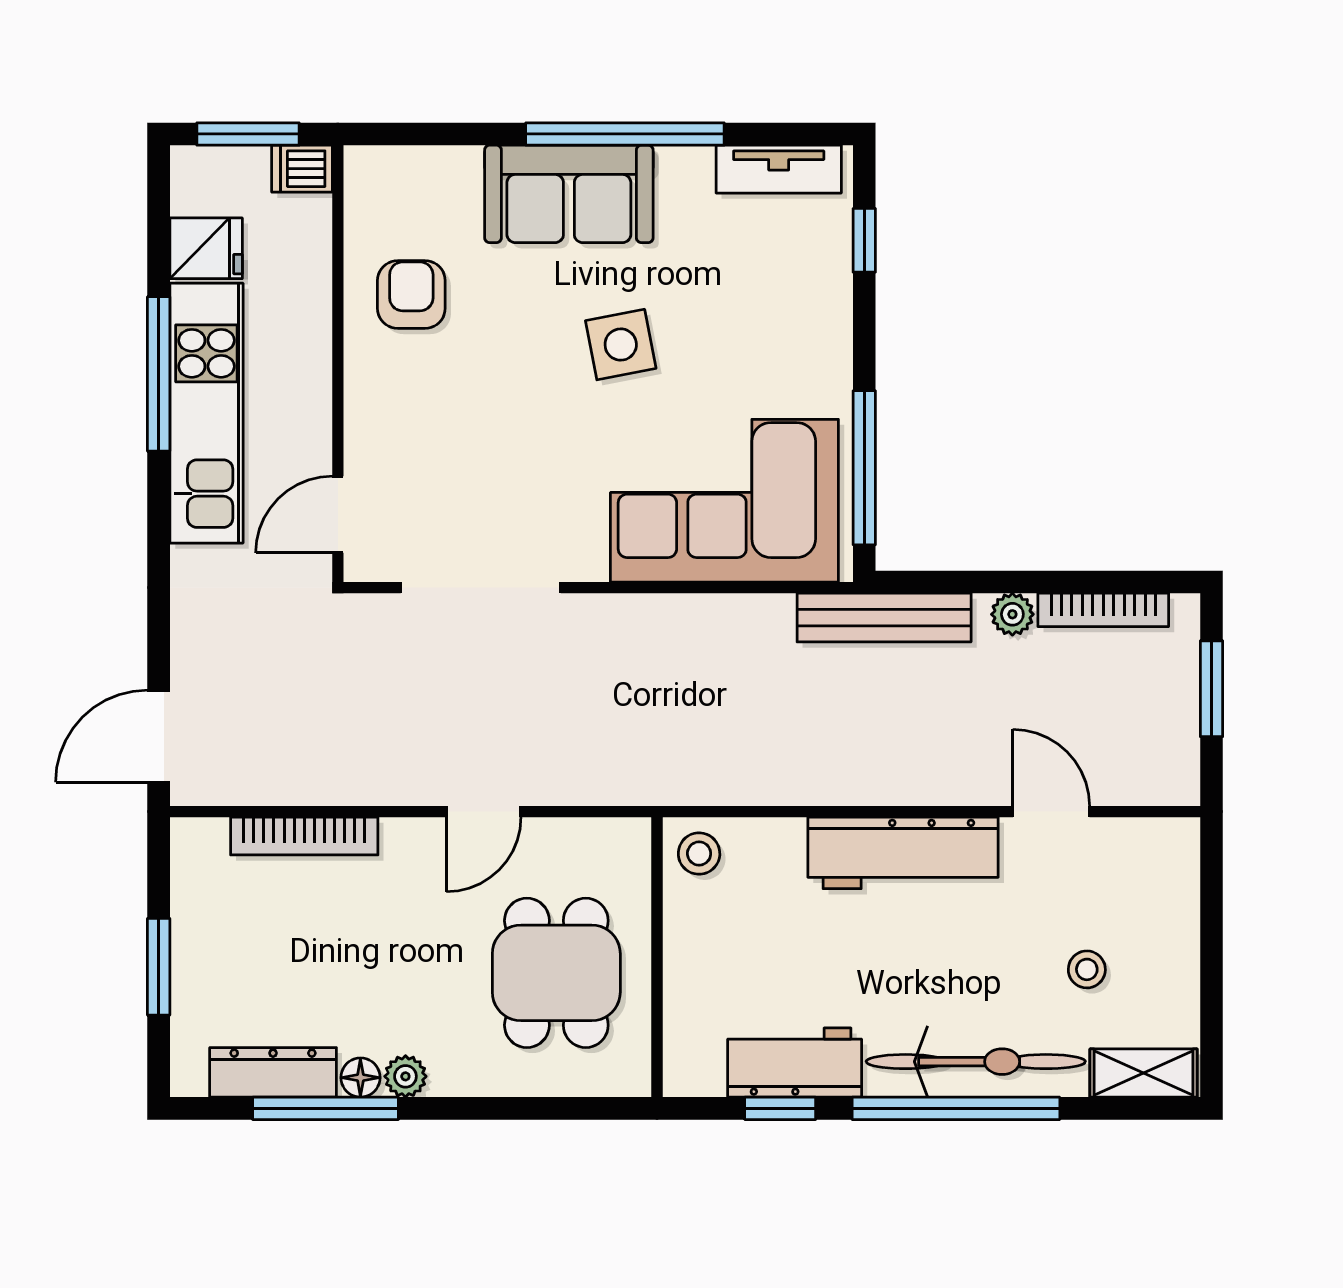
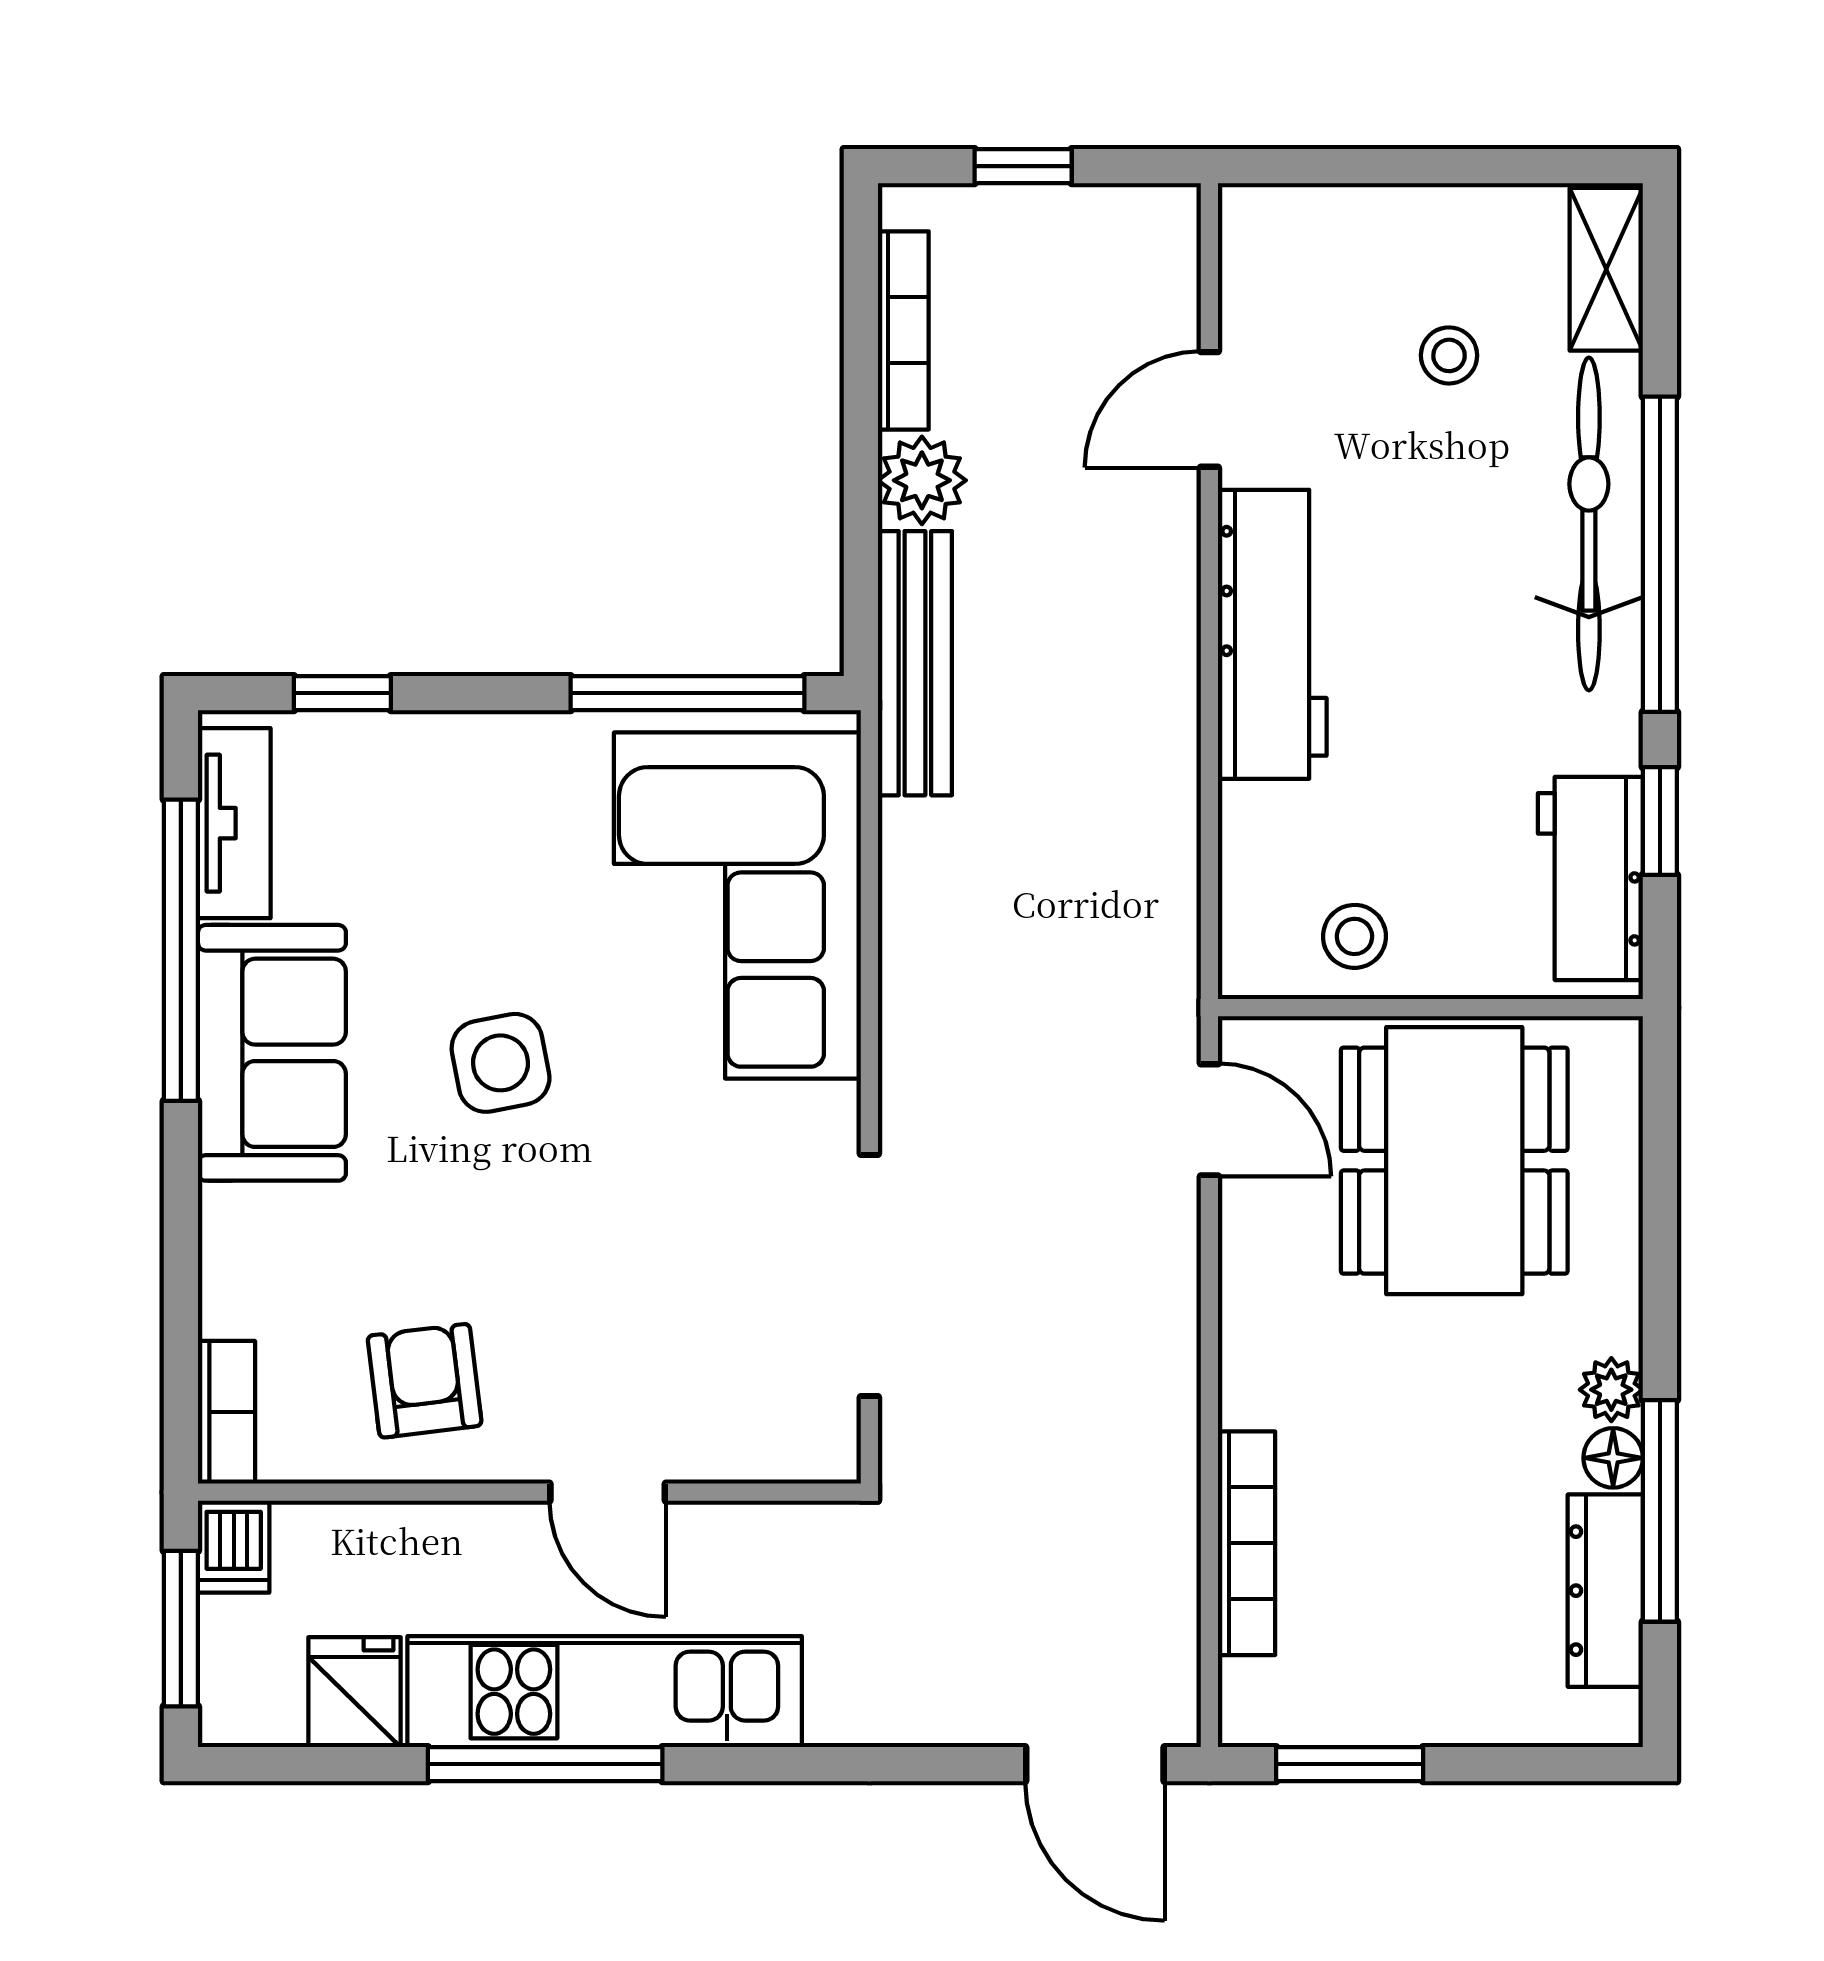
window: (625, 134) -> (181, 950), moved
bookcase: (390, 164) -> (227, 1412), added
sofa: (569, 194) -> (272, 1053), moved
armchair: (411, 294) -> (425, 1381), turned 83
door: (338, 514) -> (608, 1492), moved
plant: (1012, 614) -> (922, 480), width x1.38, depth x1.38
window: (1211, 689) -> (1023, 166), width x0.67
door: (484, 812) -> (1209, 1120), moved
stool: (699, 854) -> (1354, 936), moved
window: (159, 967) -> (1350, 1764), moved
dining table: (556, 973) -> (1454, 1161), width x1.38
workbench: (795, 1063) -> (1590, 878), moved

